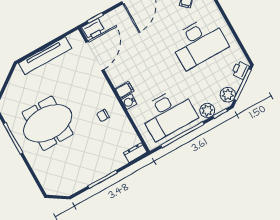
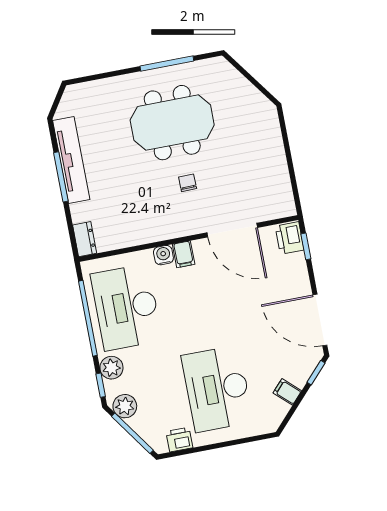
tv unit: (45, 56) -> (71, 160), moved, turned 180
door: (95, 56) -> (232, 230), moved
printer: (240, 70) -> (179, 440), moved, turned -55
chair: (103, 115) -> (188, 183), moved
meeting table: (48, 123) -> (172, 123), turned 90

